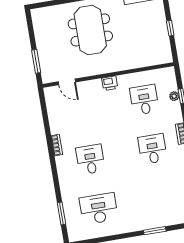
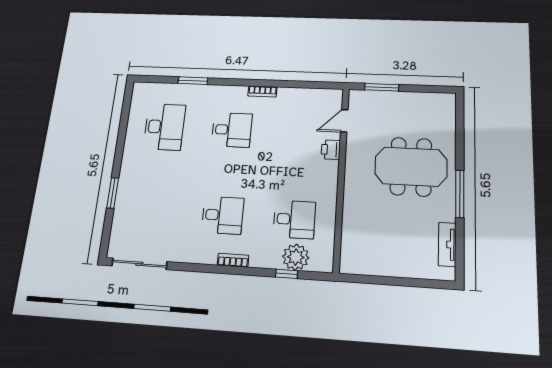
window: (170, 28) -> (391, 281), removed
printer: (110, 83) -> (331, 150), moved
plant: (174, 96) -> (296, 257), width x1.87, depth x1.87
window: (62, 213) -> (193, 81), moved

